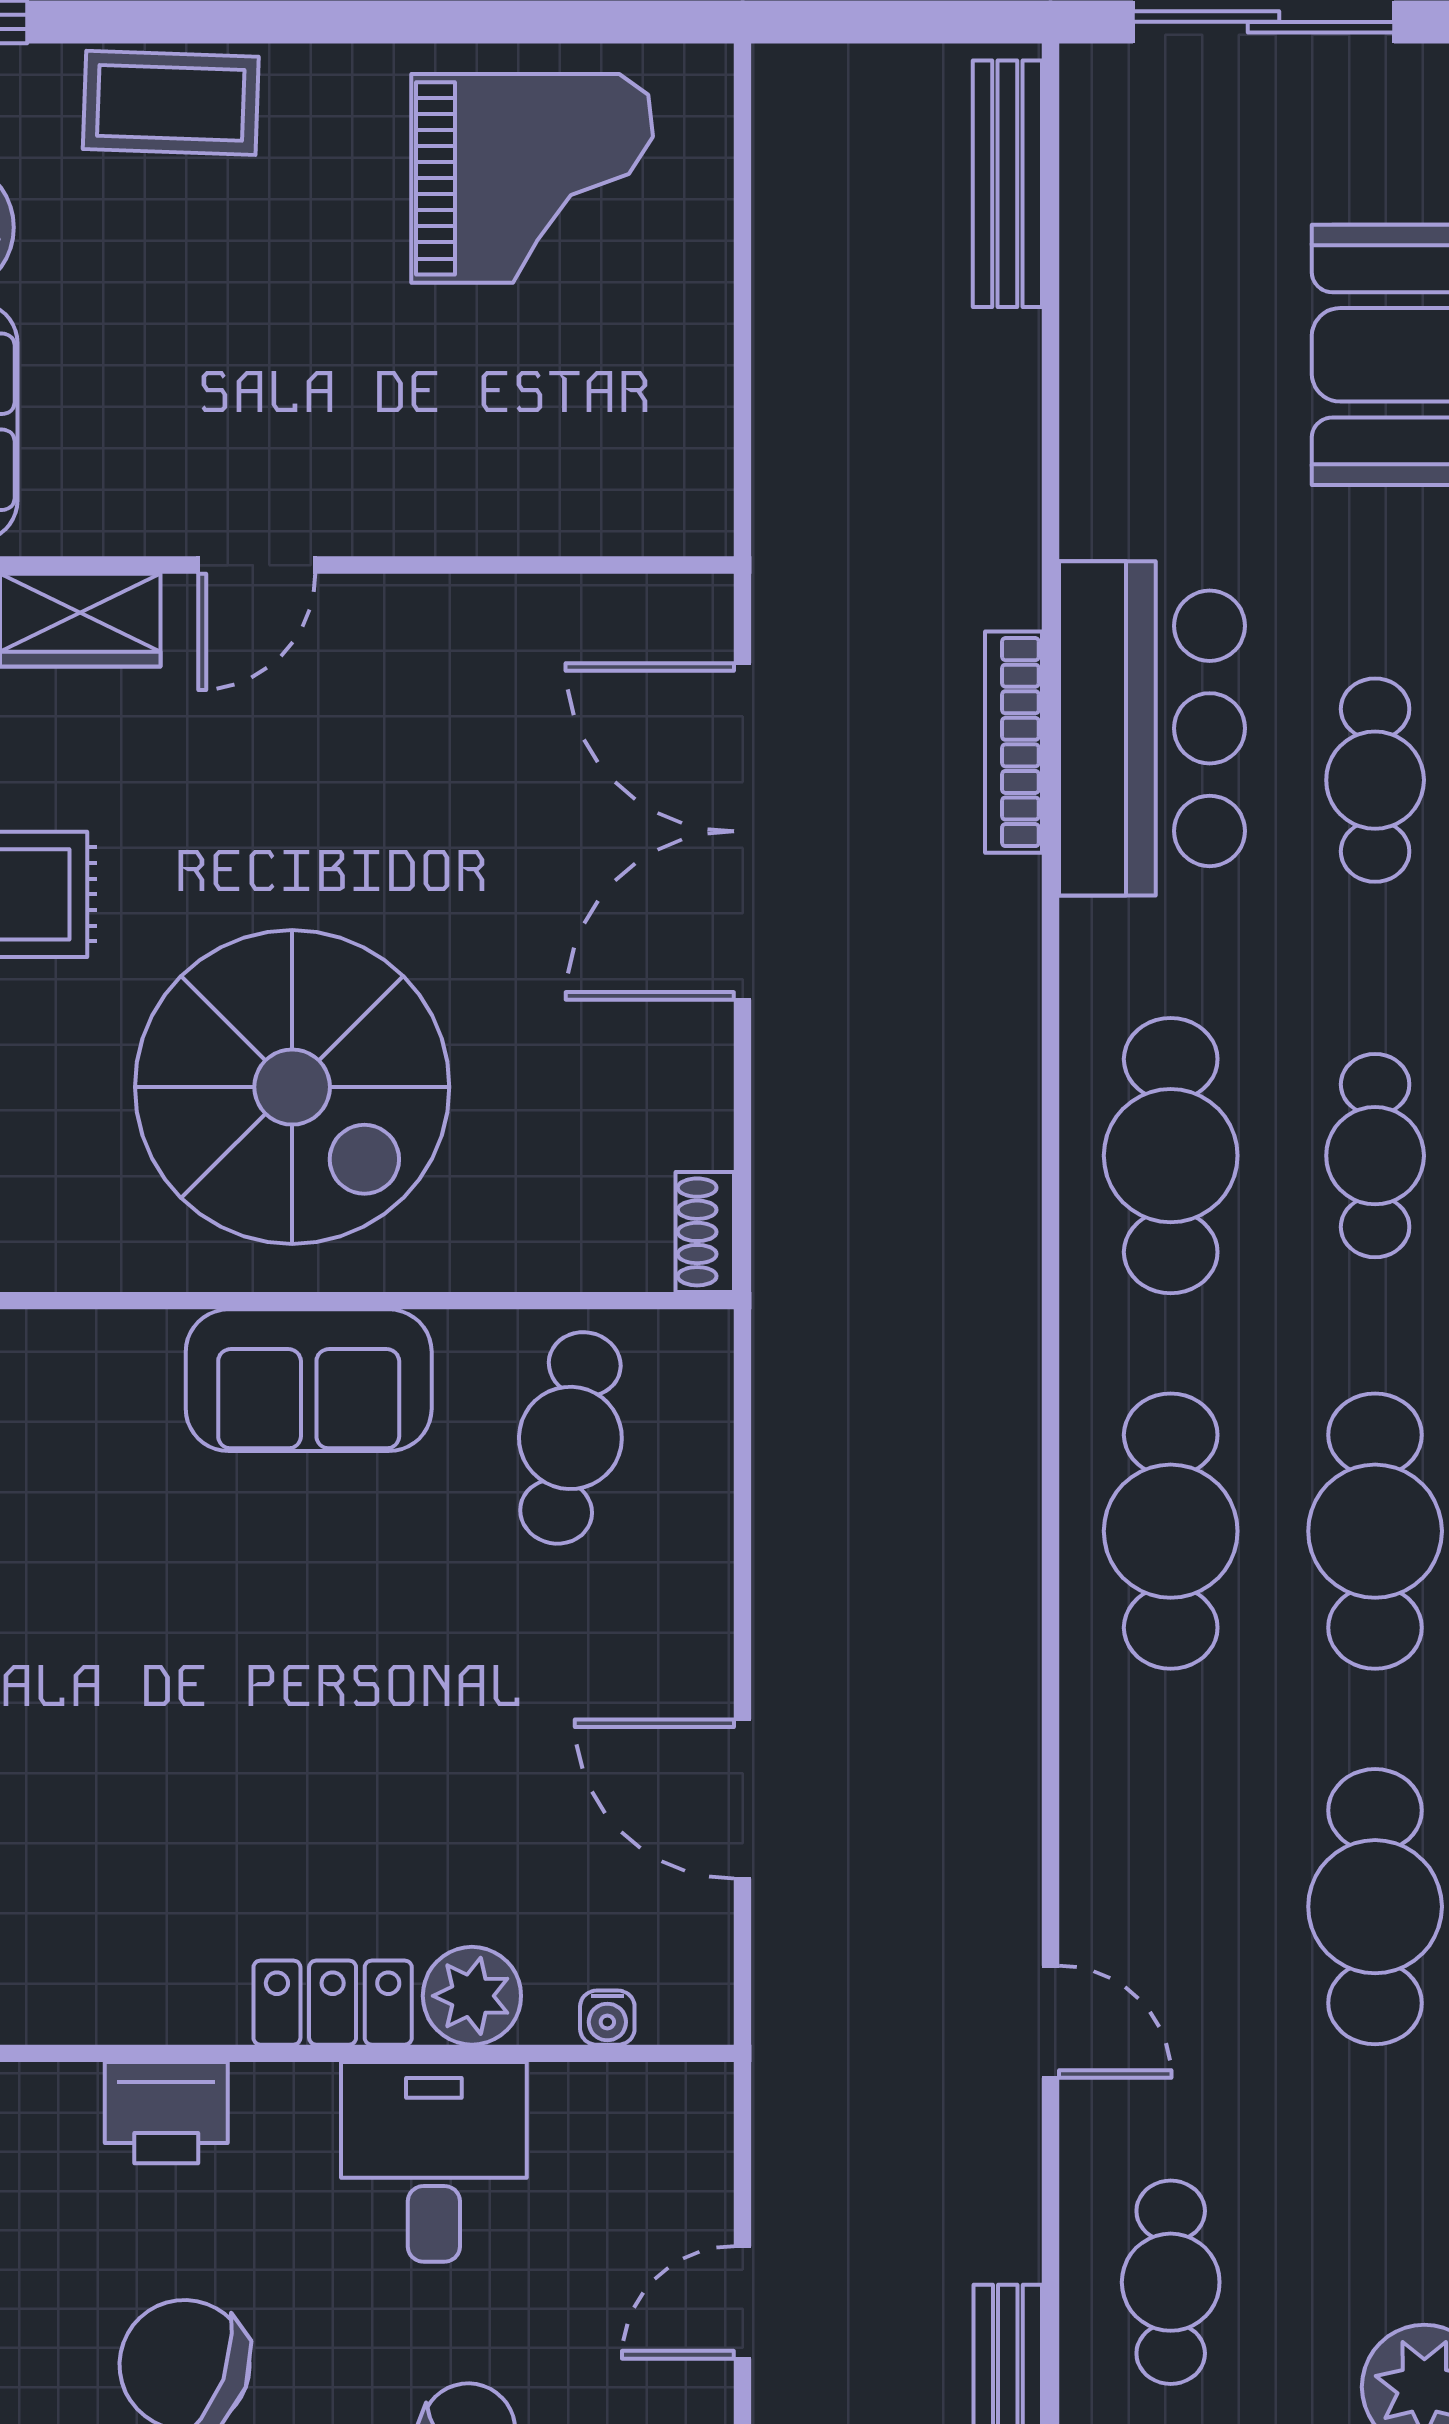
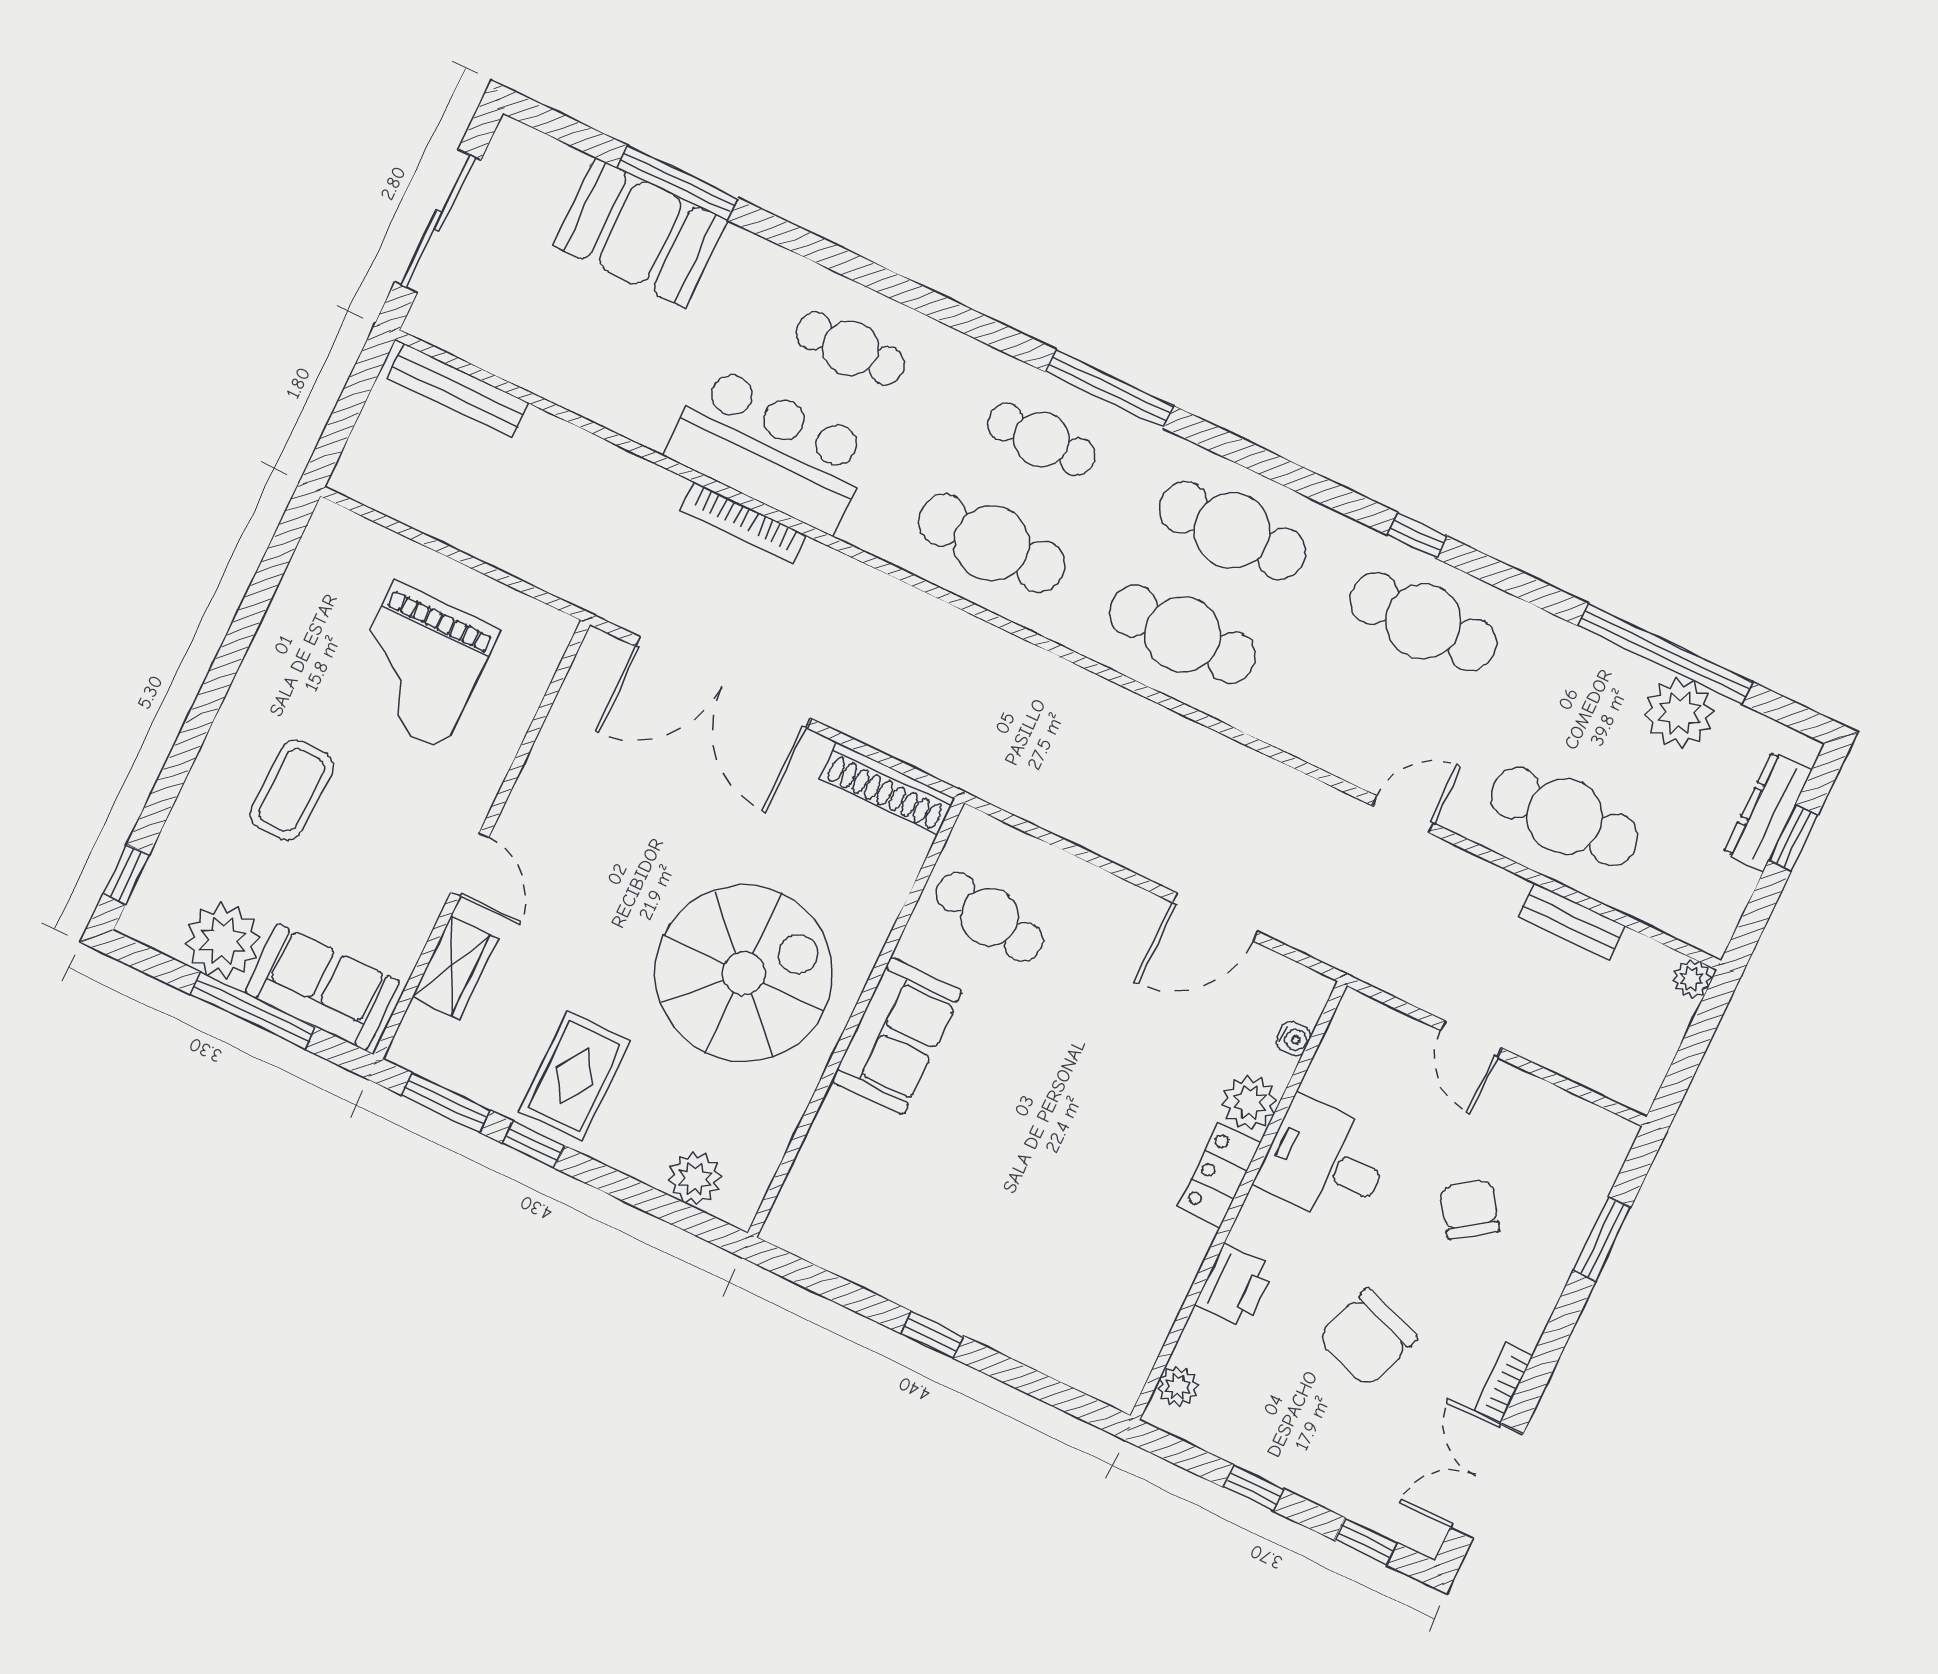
coffee table: (171, 103) -> (292, 790), moved
grand piano: (532, 178) -> (419, 666), moved, turned 180
shoe rack: (705, 1232) -> (887, 788), width x1.94, depth x1.24
cafe table: (1171, 2282) -> (1565, 816), width x1.37, depth x1.35

